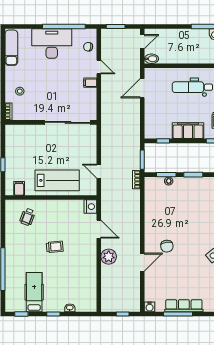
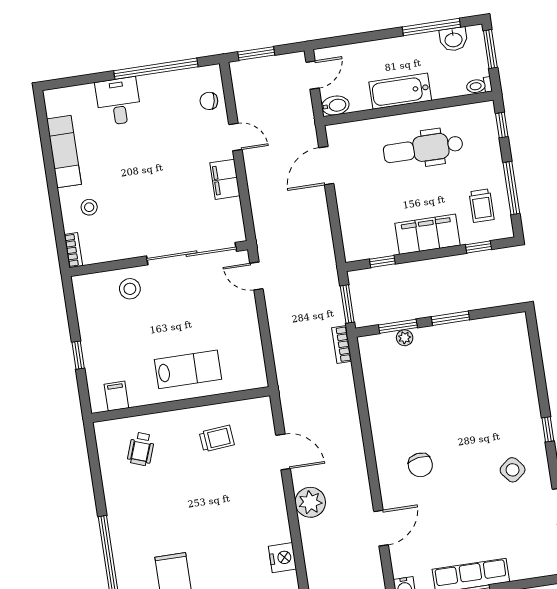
desk: (52, 44) -> (118, 101), width x0.53, depth x0.77
exam couch: (11, 48) -> (64, 152), moved
bathtub: (185, 56) -> (400, 91), added
filing cabinet: (90, 83) -> (225, 179), width x2.00
stool: (34, 135) -> (130, 289), added
door: (99, 171) -> (256, 276), moved
lab bench: (57, 180) -> (188, 369), width x0.73, depth x0.72
nightstand: (90, 207) -> (282, 558), moved
trolley: (55, 247) -> (217, 438), moved
door: (142, 262) -> (381, 528), moved

